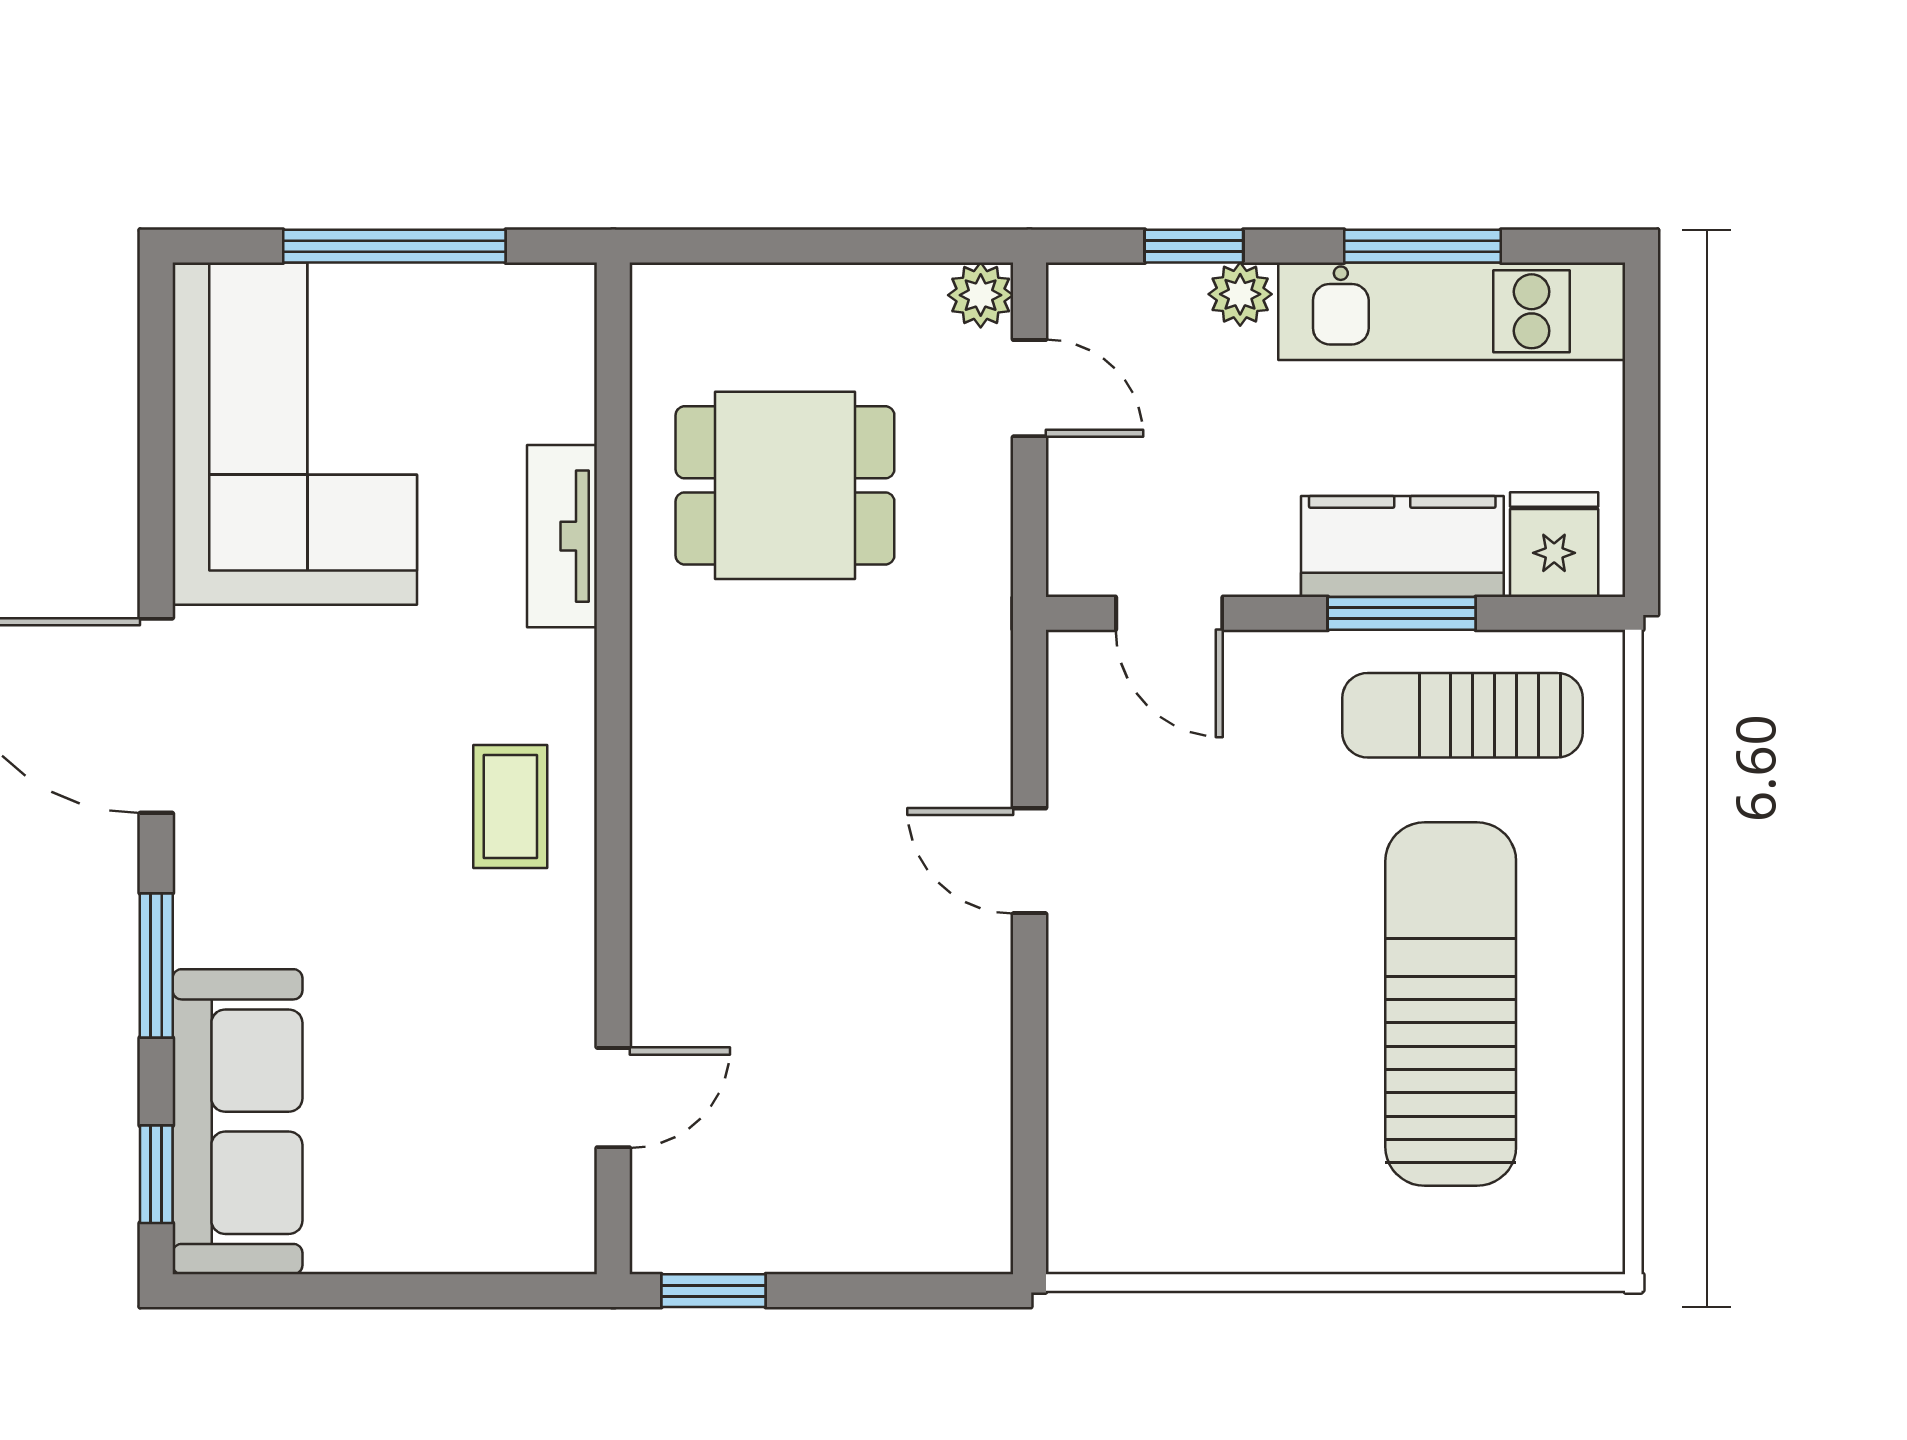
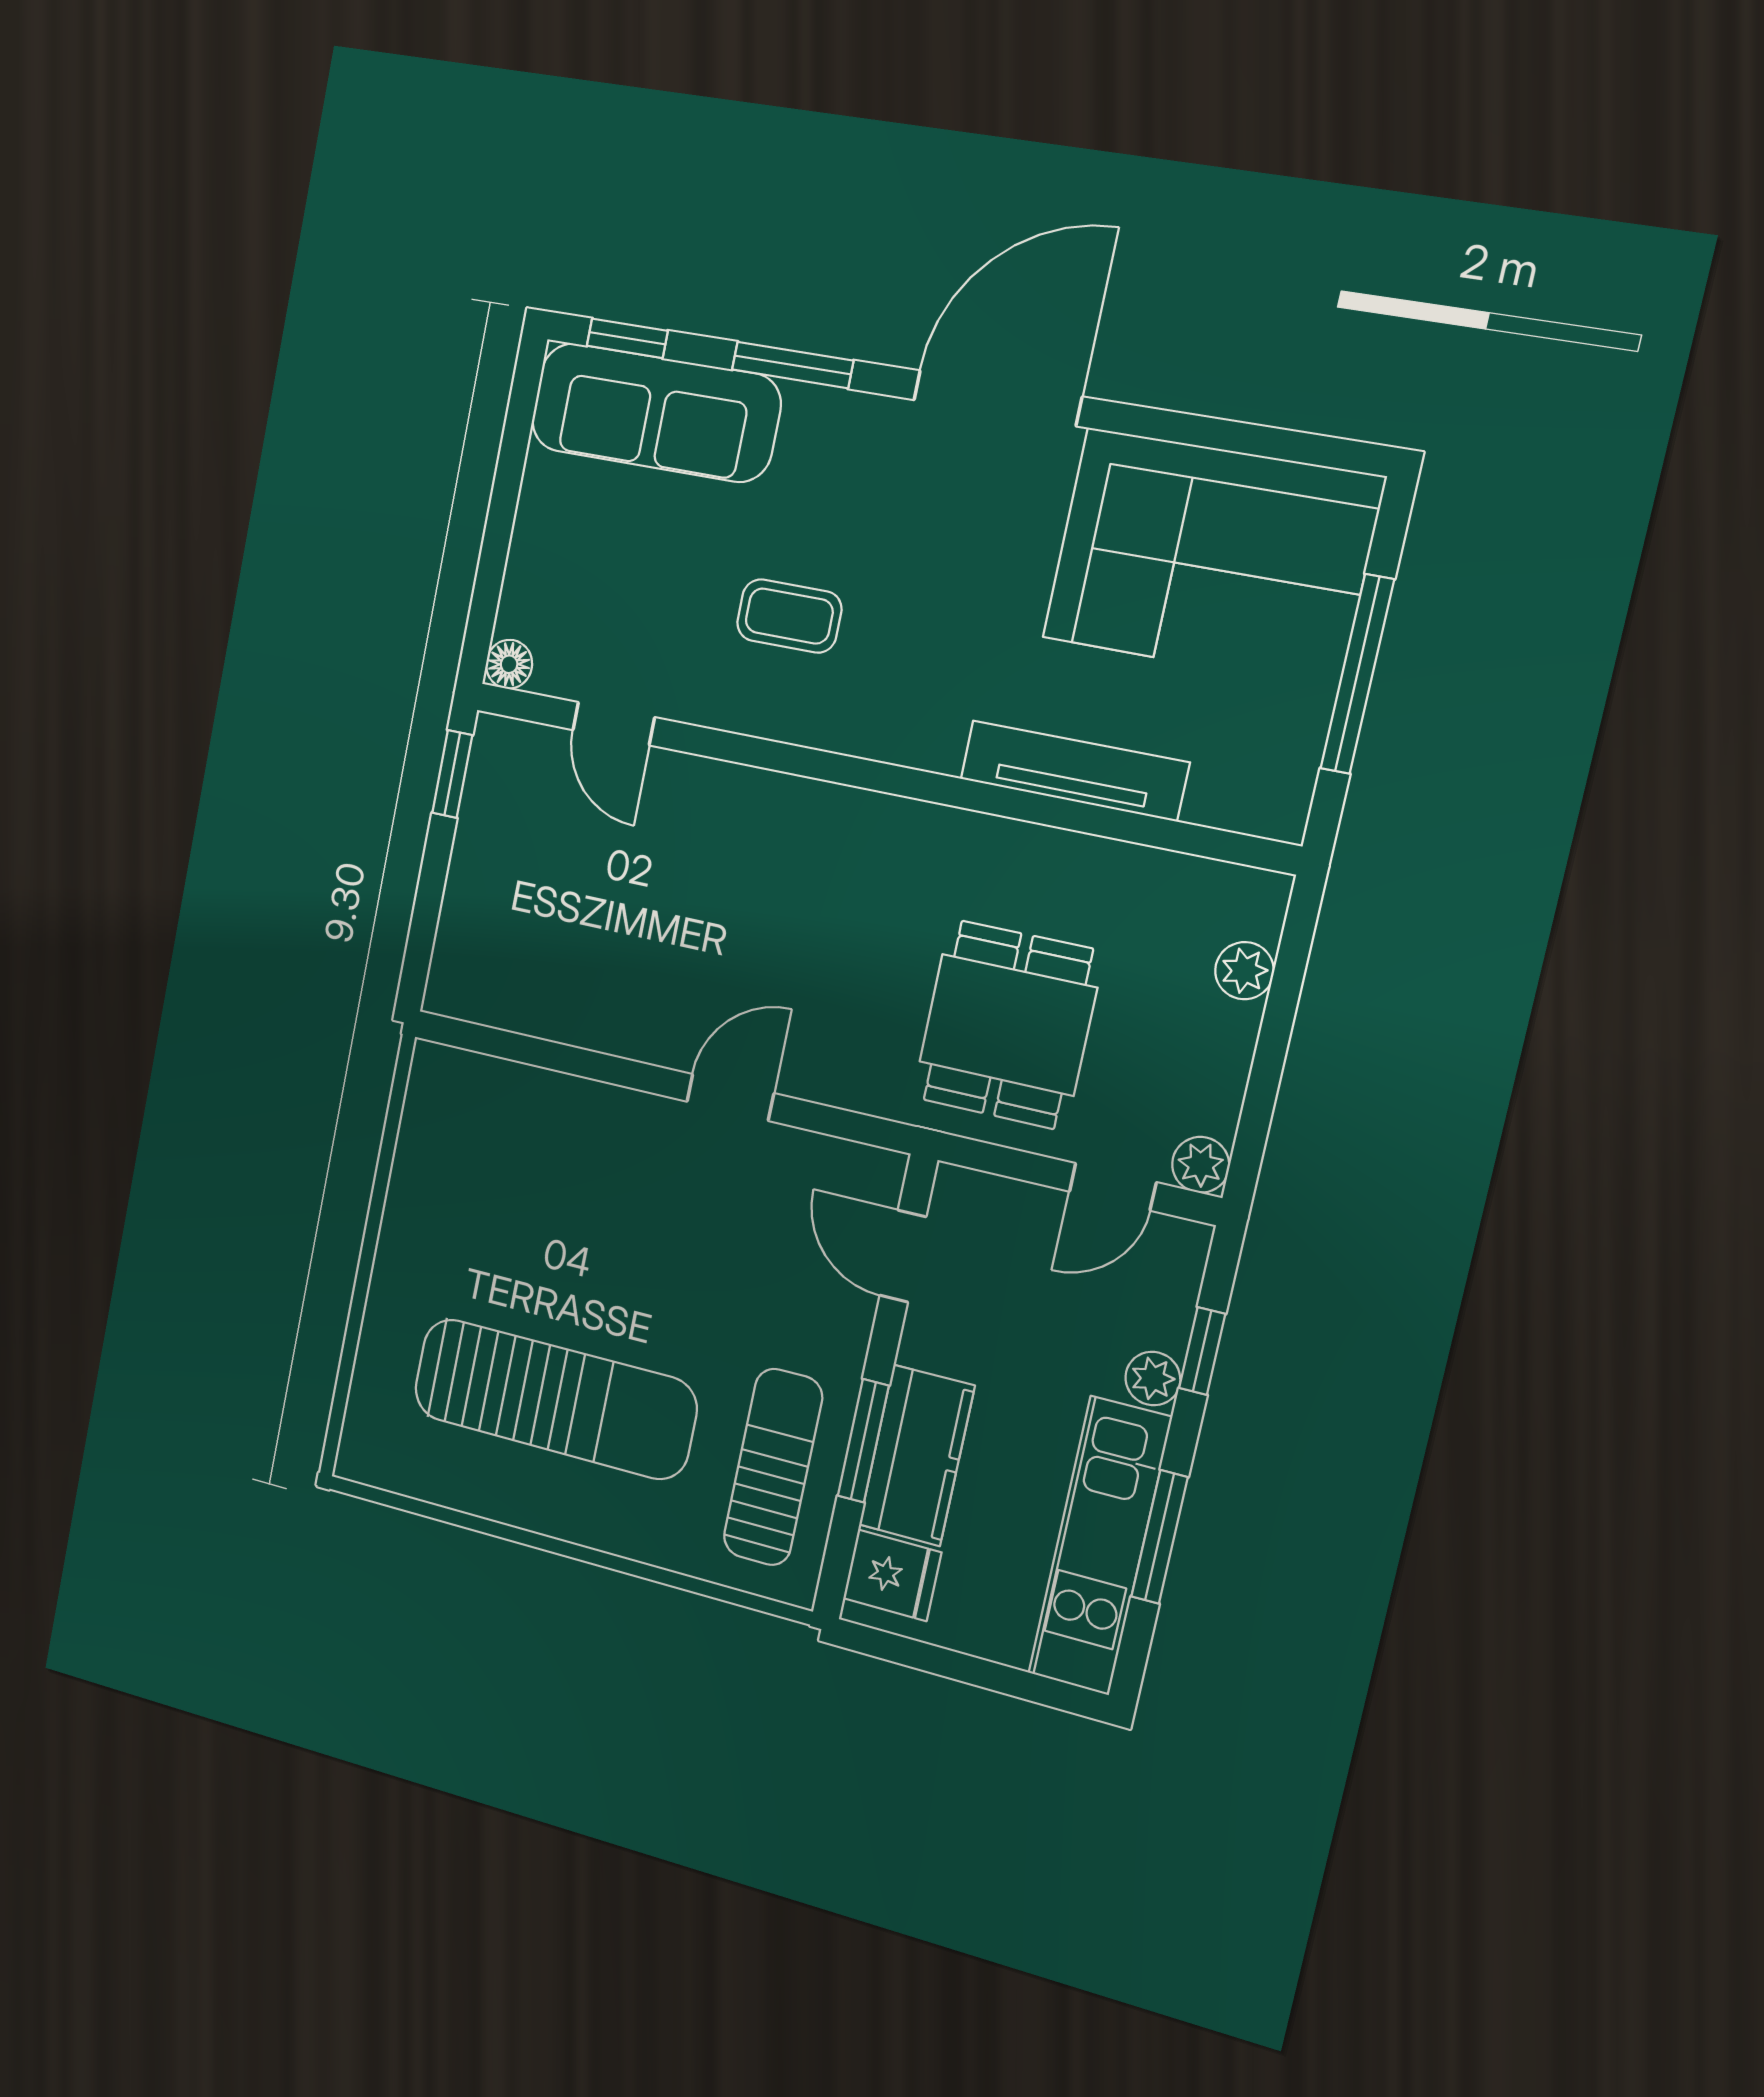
plant: (749, 295) -> (1244, 971), added
dining table: (785, 485) -> (1008, 1025), moved
tv unit: (562, 536) -> (1074, 771), width x1.41
door: (1169, 613) -> (903, 1256), hinge flipped
coffee table: (510, 806) -> (789, 616), moved
floor lamp: (567, 1244) -> (509, 664), added

